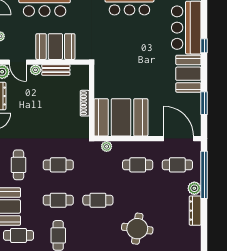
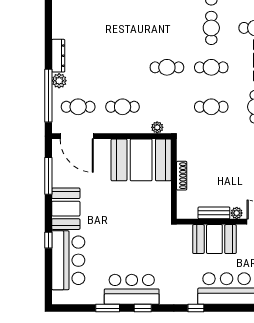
window: (204, 103) -> (48, 176), width x1.44
round table: (137, 229) -> (123, 36), removed

